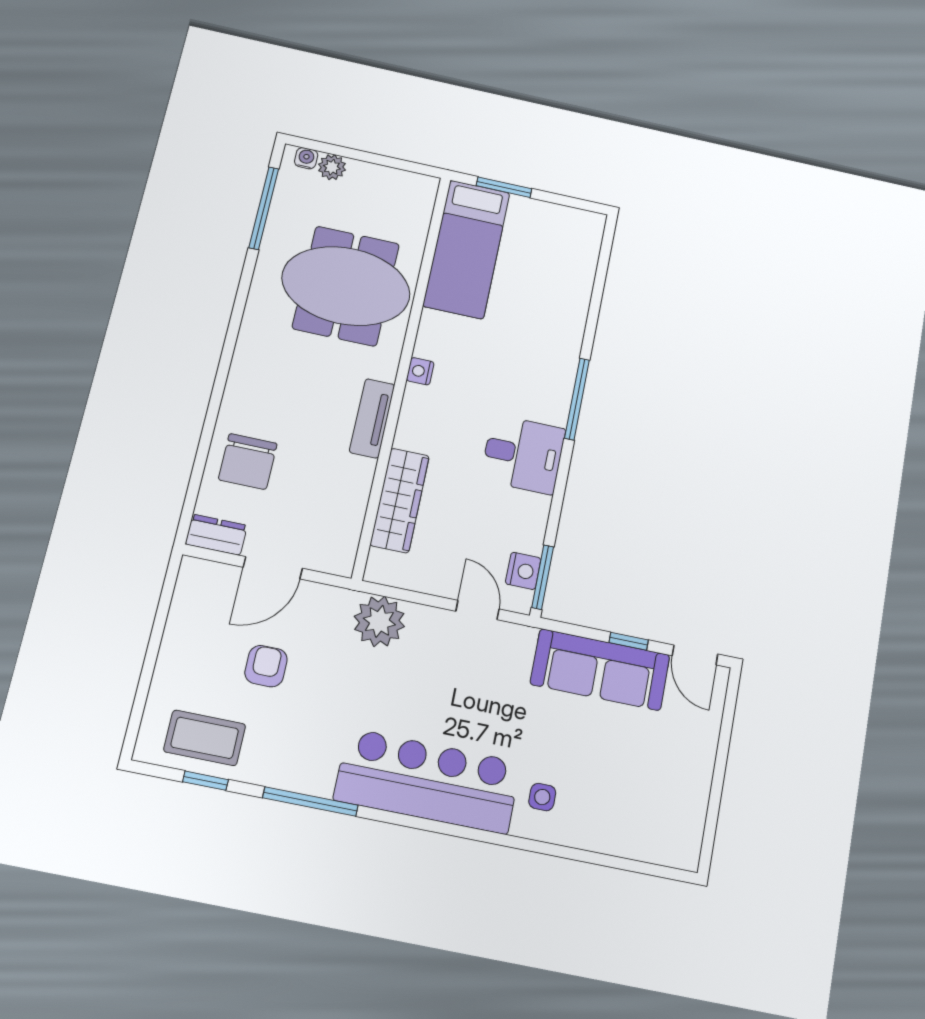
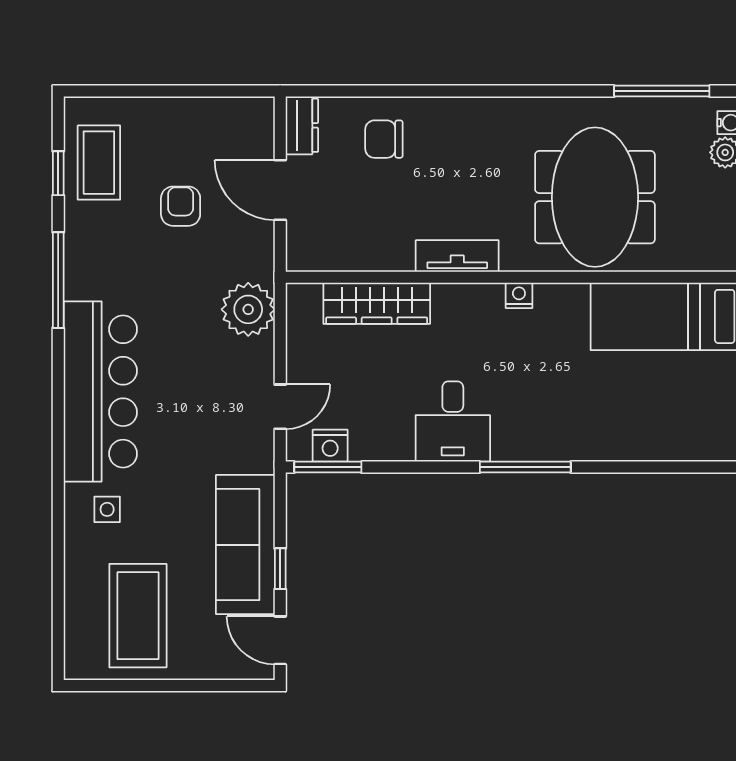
chair: (248, 462) -> (384, 139), width x0.73, depth x0.73
door: (695, 655) -> (280, 640), hinge flipped
armchair: (266, 666) -> (181, 206), turned -90
coffee table: (649, 787) -> (138, 616), added

